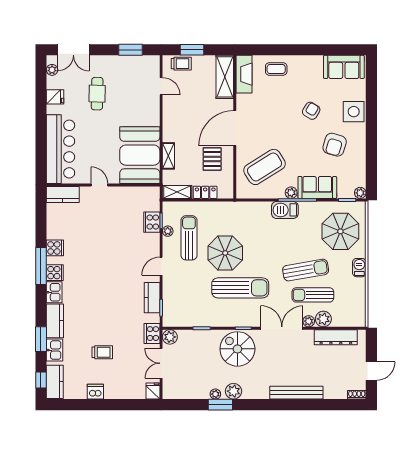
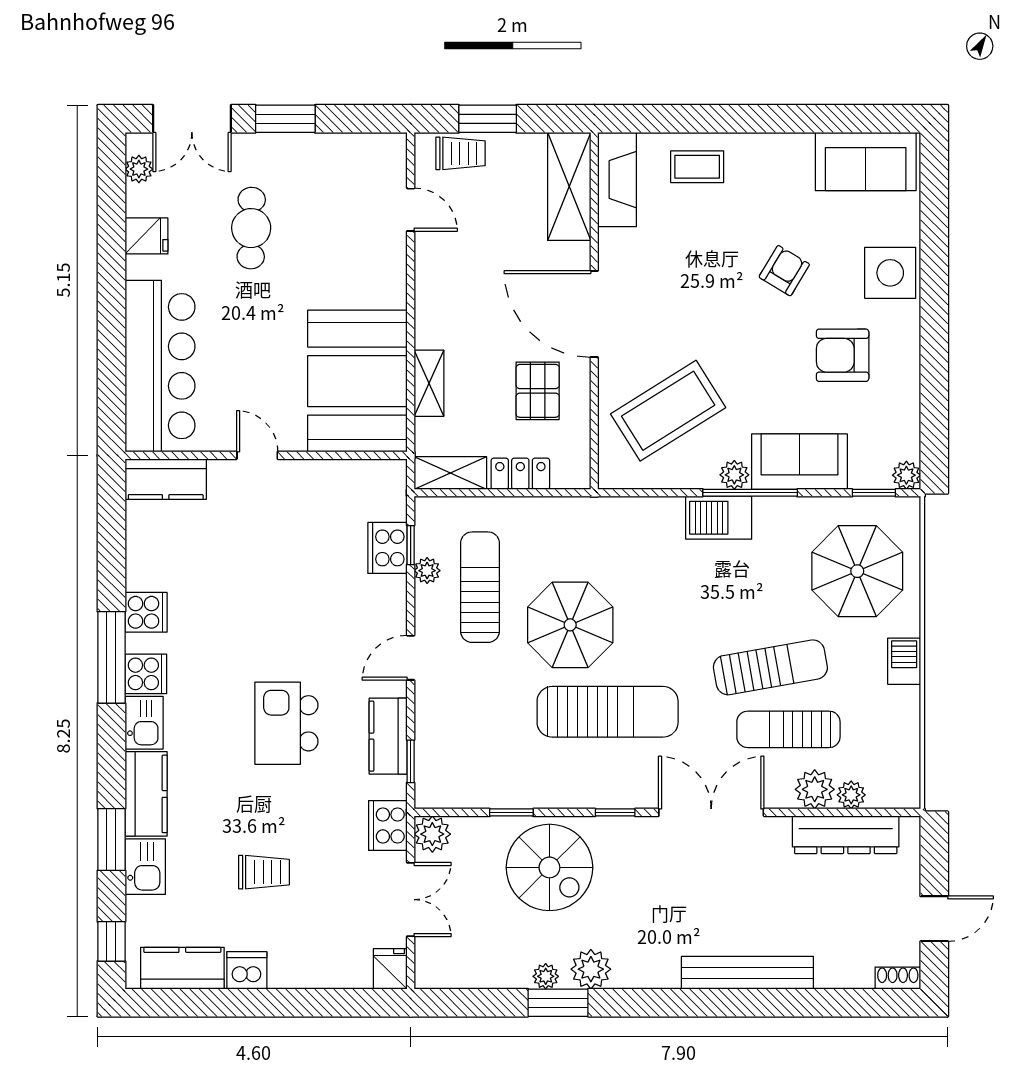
window: (130, 50) -> (285, 119), moved
door: (235, 128) -> (594, 314), hinge flipped
armchair: (335, 145) -> (843, 355), turned 73
kitchen island: (111, 292) -> (286, 723), added
plant: (309, 321) -> (851, 795), moved
spiral stairs: (237, 349) -> (549, 867), moved, turned 180
double door: (161, 363) -> (411, 900), swing flipped
kitchen counter: (55, 382) -> (182, 968), moved, turned -90

